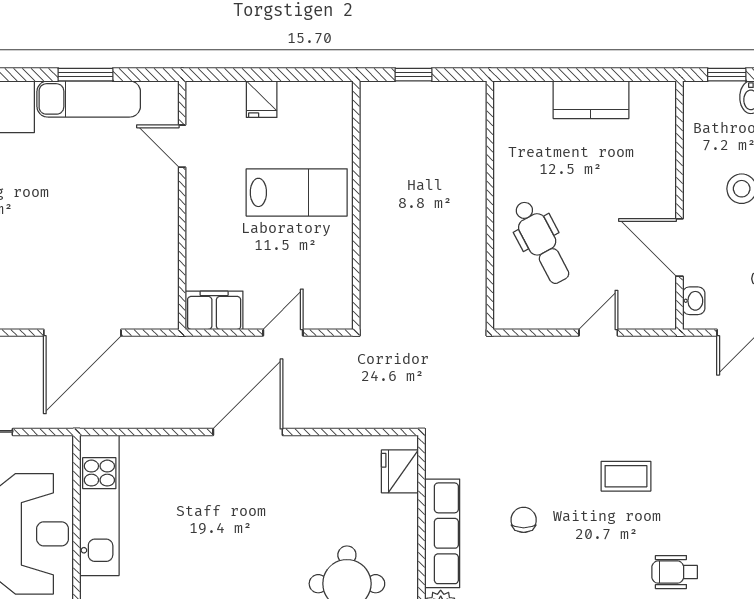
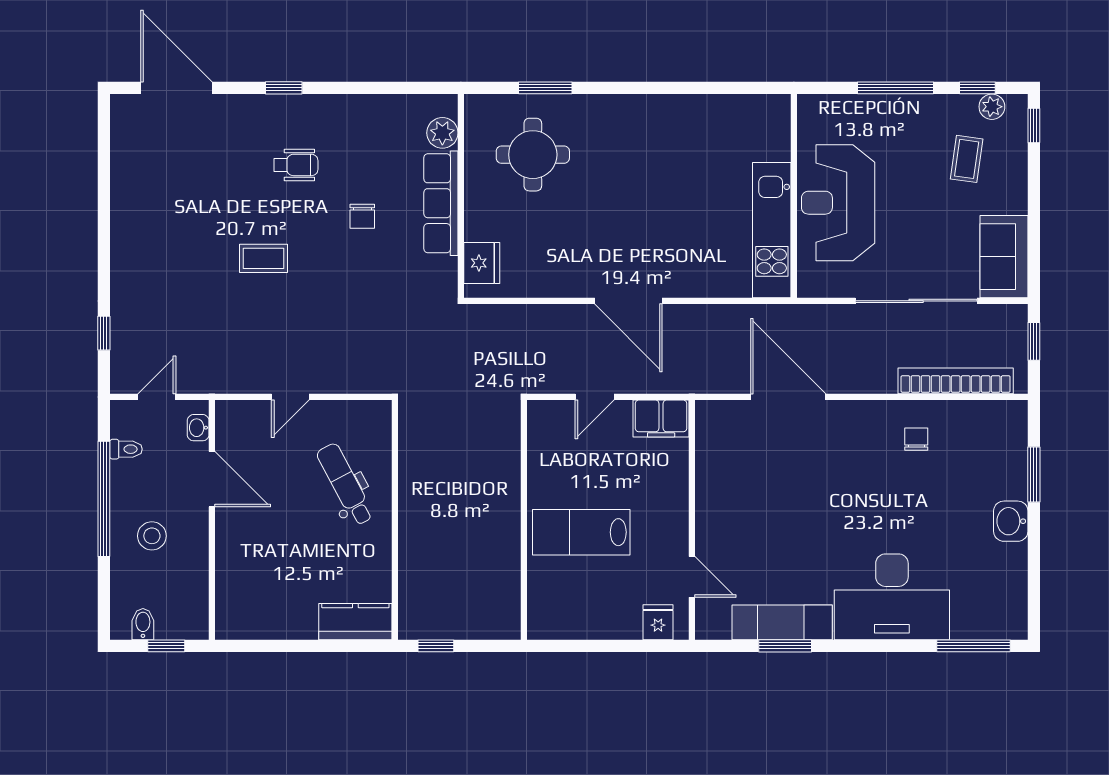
window: (414, 75) -> (436, 646), moved
fridge: (262, 99) -> (658, 622), moved
kitchen counter: (591, 100) -> (355, 622), moved
door: (82, 333) -> (788, 397), hinge flipped
door: (248, 432) -> (628, 301), hinge flipped
wheelchair: (675, 572) -> (296, 165), moved

